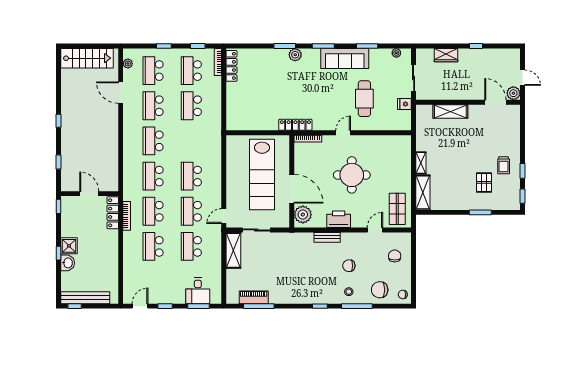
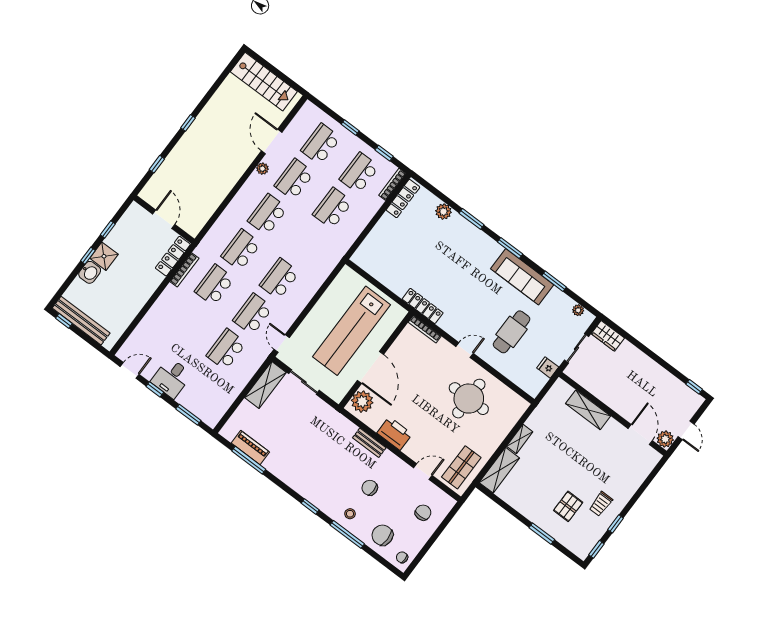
window: (476, 46) -> (694, 387), moved
plant: (295, 55) -> (443, 212), moved
wardrobe: (446, 55) -> (608, 336), moved
plant: (128, 64) -> (262, 169), moved
round table: (352, 175) -> (469, 399), moved
window: (59, 206) -> (108, 229), moved
door: (224, 216) -> (282, 343), hinge flipped
school desk: (153, 246) -> (188, 320), removed
desk: (198, 291) -> (171, 378), moved

